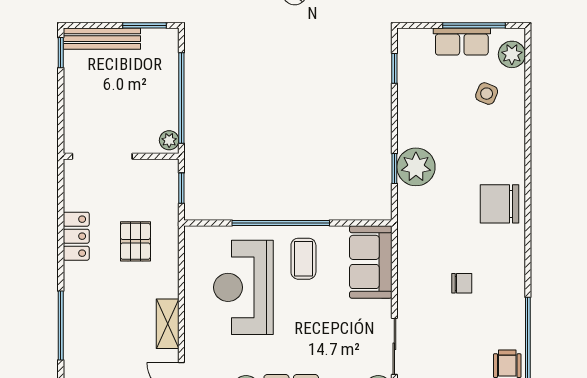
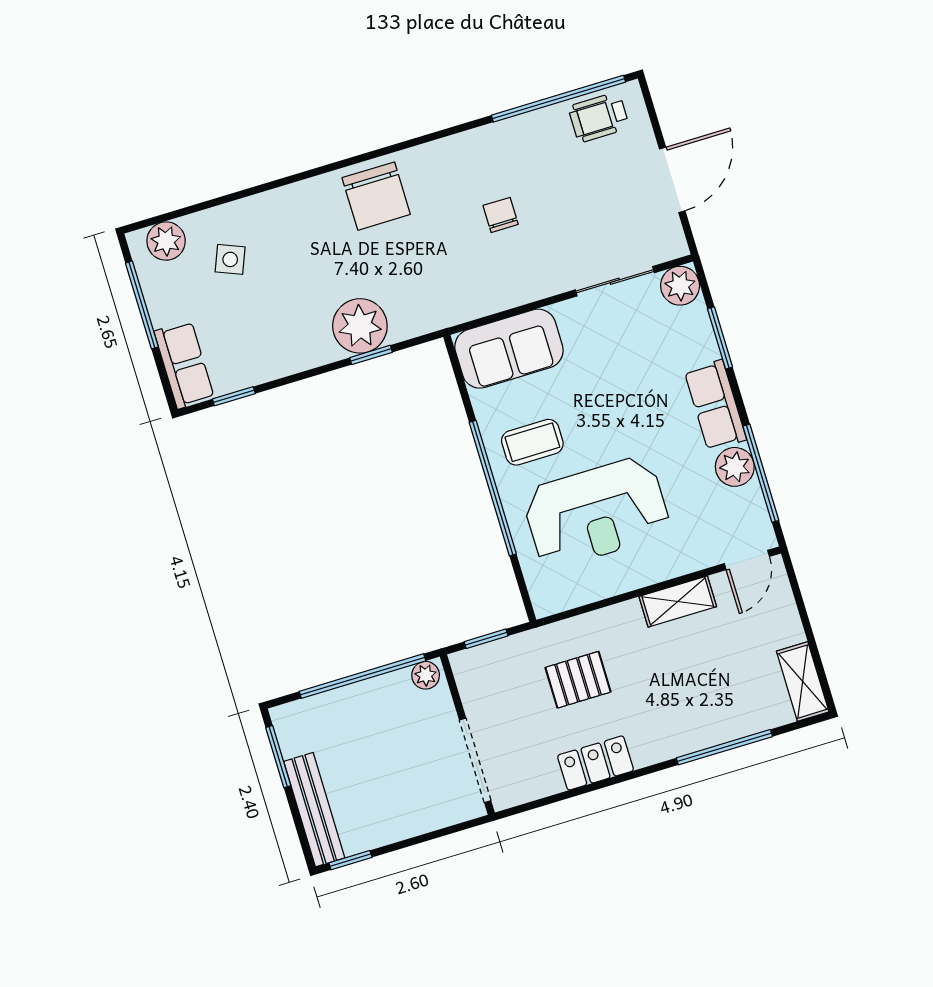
row of seats: (462, 42) -> (184, 365), moved

